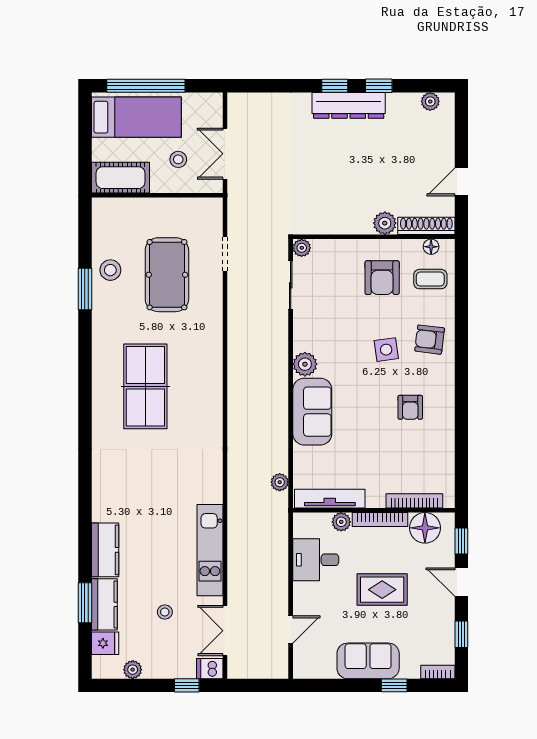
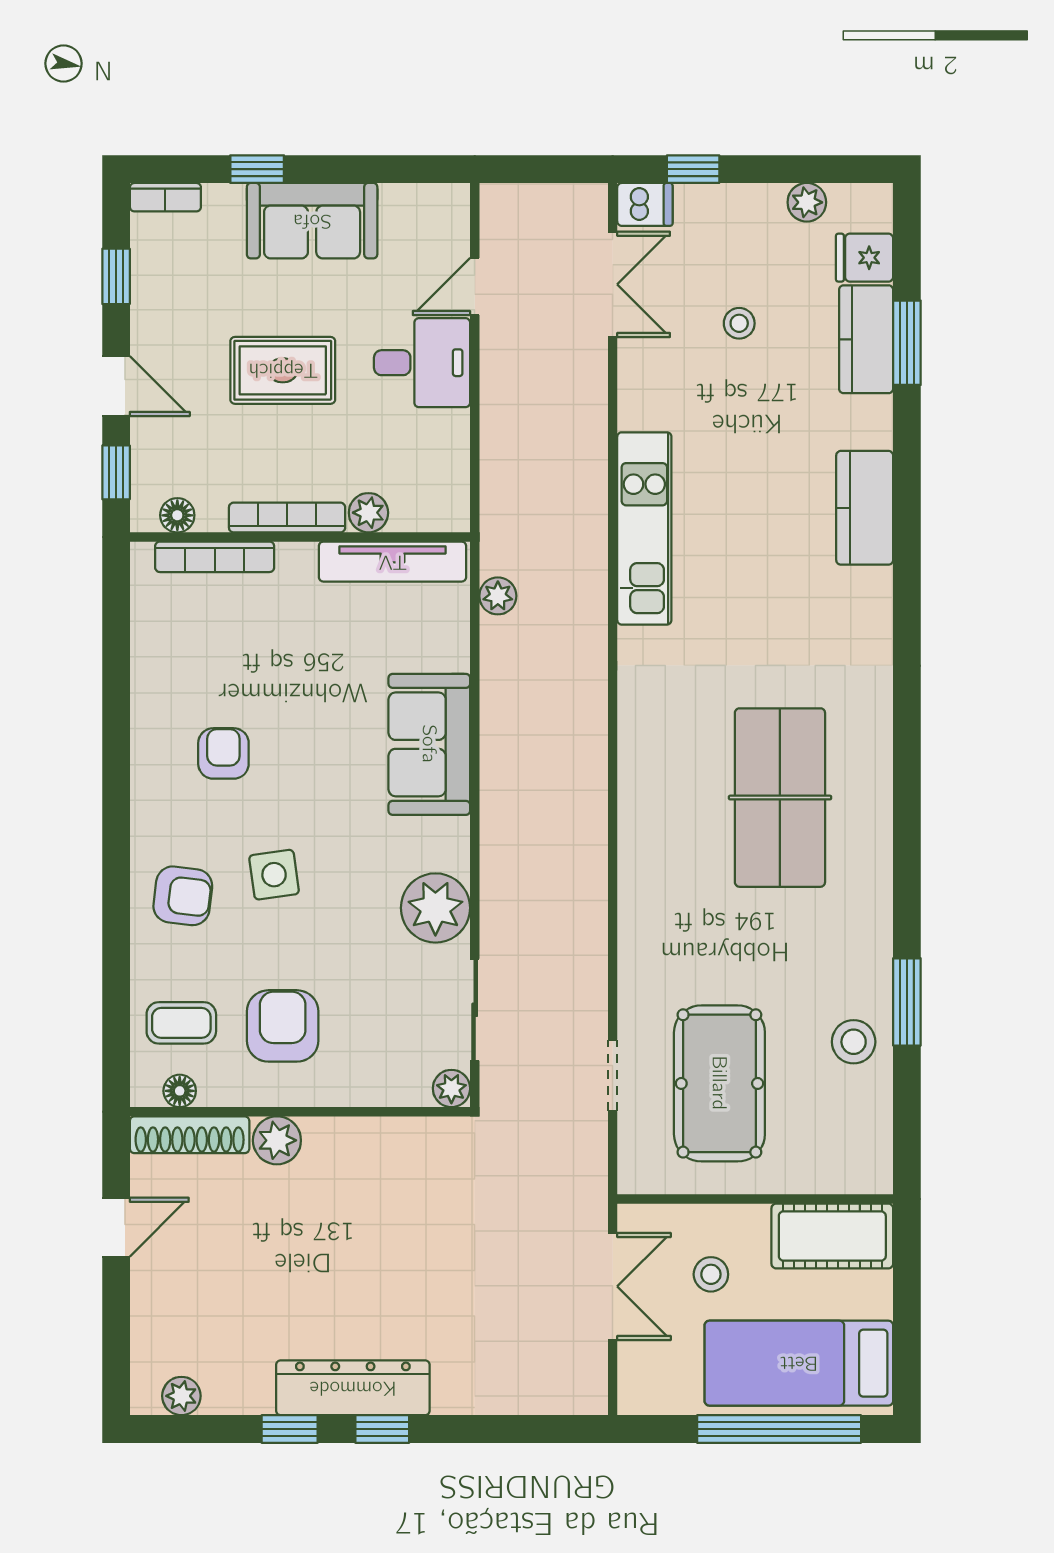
pool table: (167, 275) -> (719, 1083), moved
plant: (305, 364) -> (435, 908), moved, width x1.36, depth x1.36
floor lamp: (425, 528) -> (177, 515), width x0.53, depth x0.53
kitchen counter: (105, 550) -> (865, 508), moved
kitchen unit: (210, 550) -> (644, 528), moved
desk: (316, 560) -> (422, 363), moved

